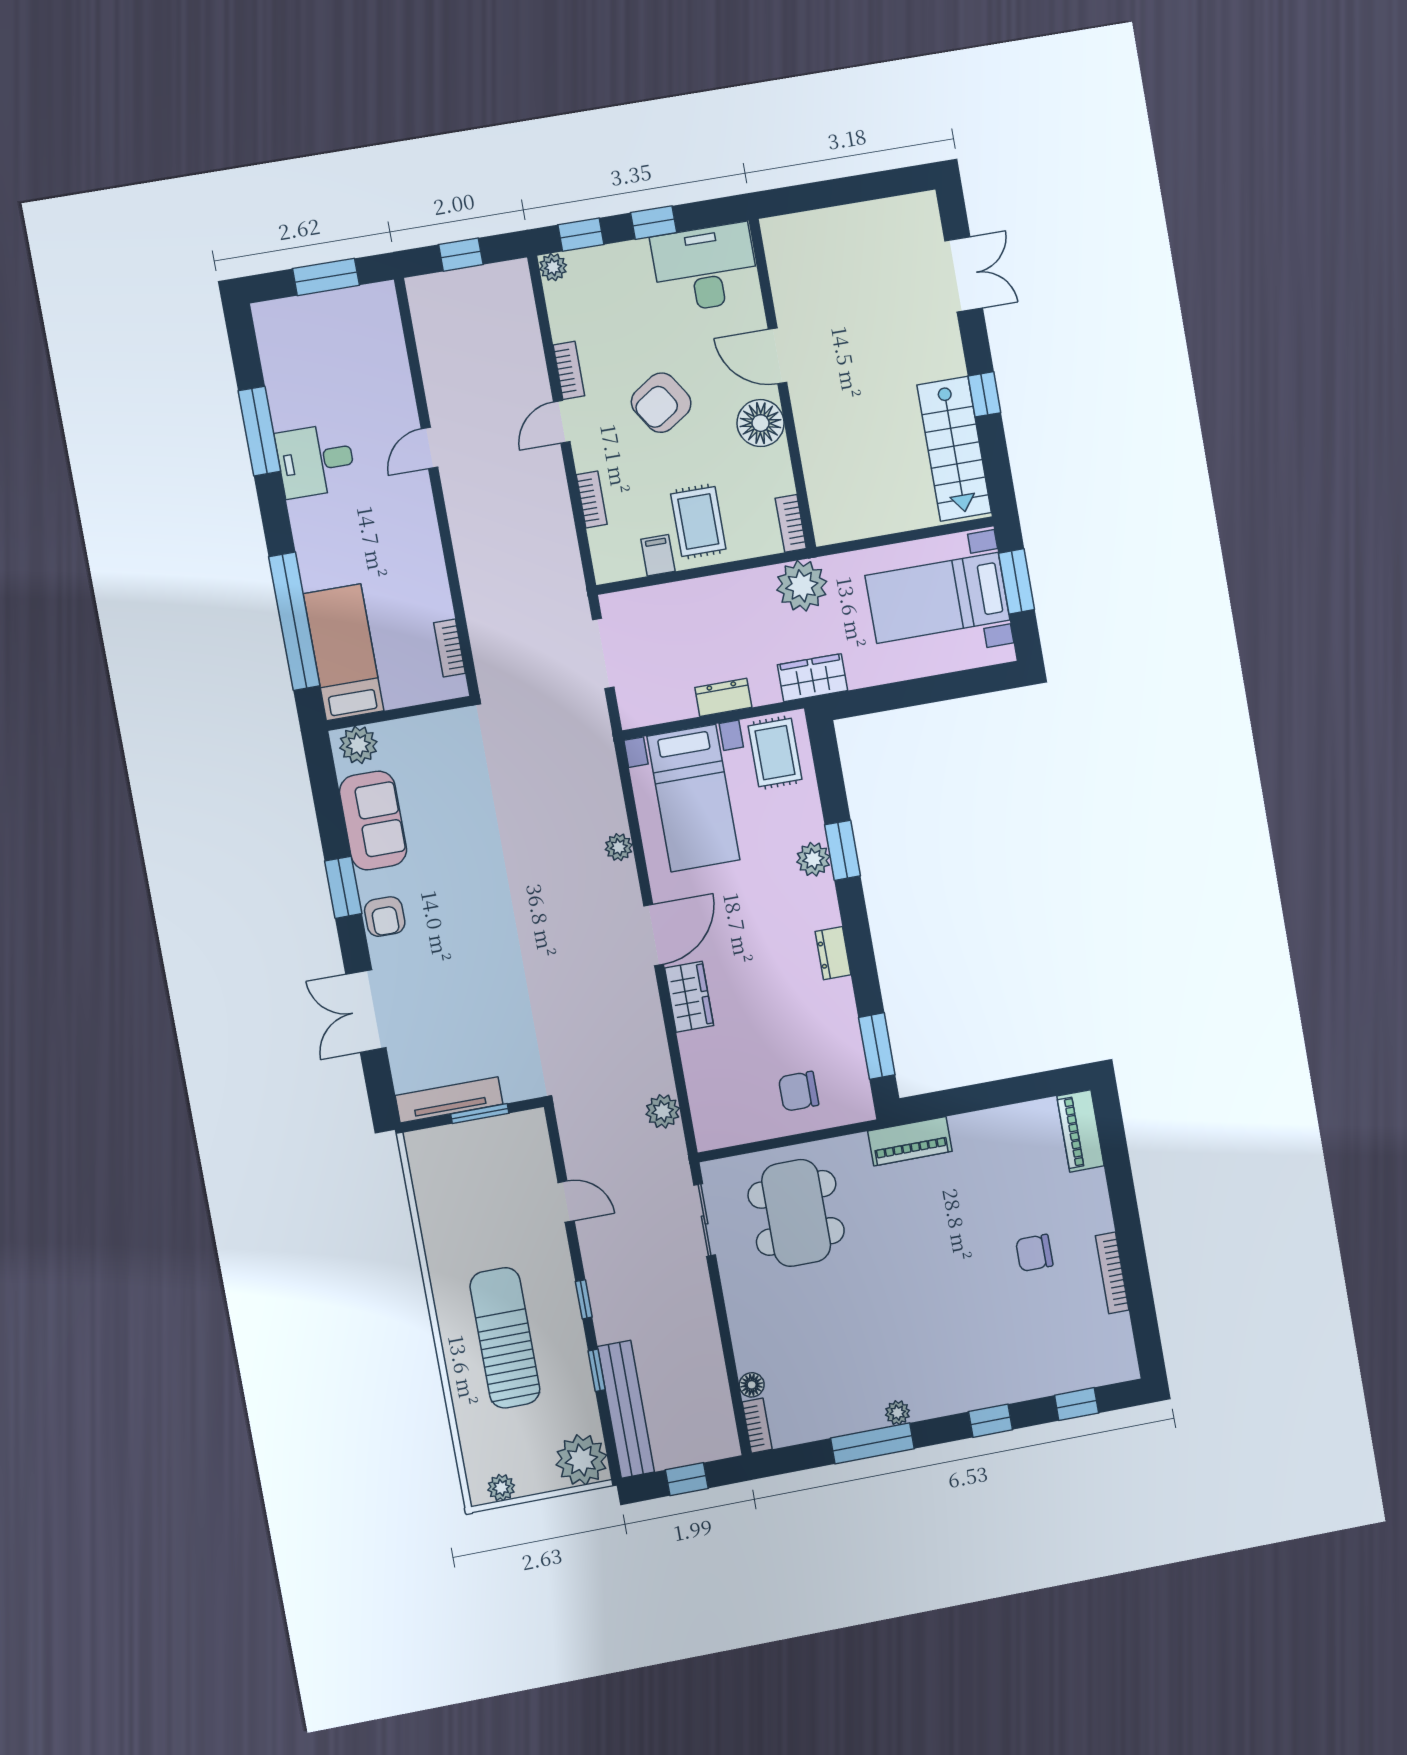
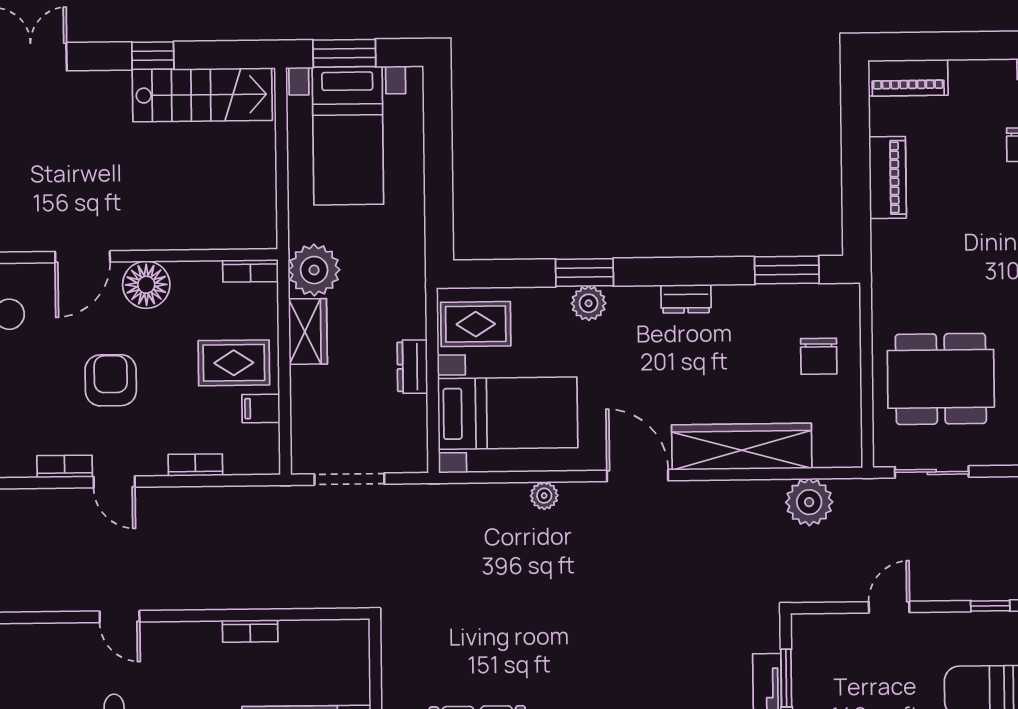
armchair: (661, 403) -> (111, 380), turned -147
bookcase: (449, 648) -> (250, 631), moved
wardrobe: (813, 678) -> (308, 331), moved, turned 180
wardrobe: (689, 997) -> (742, 447), width x2.10, depth x1.17
plant: (663, 1111) -> (809, 502), width x1.36, depth x1.36
piano: (910, 1141) -> (888, 178), moved

